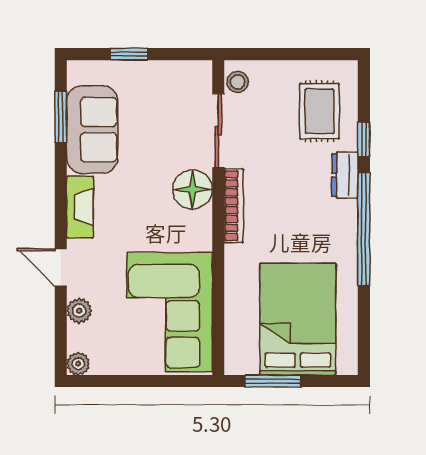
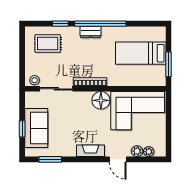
sofa: (92, 130) -> (36, 128), moved, turned 90
dresser: (345, 175) -> (90, 32), moved
floor lamp: (193, 189) -> (101, 100), moved
door: (61, 267) -> (118, 159), hinge flipped
bed: (298, 319) -> (141, 53), width x0.67
plant: (78, 364) -> (149, 152), moved

